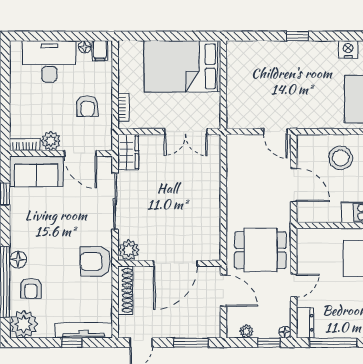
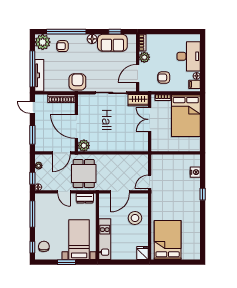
nightstand: (348, 49) -> (195, 172), moved
bed: (182, 66) -> (186, 115), moved, turned 180
double door: (186, 132) -> (150, 119), moved
sofa: (36, 171) -> (112, 43), moved, turned -90
plant: (129, 250) -> (84, 146), moved
floor lamp: (18, 260) -> (92, 39), moved
dresser: (305, 323) -> (85, 198), moved
window: (72, 343) -> (32, 69), width x3.17

